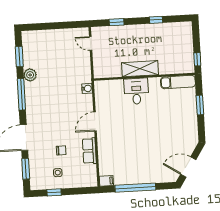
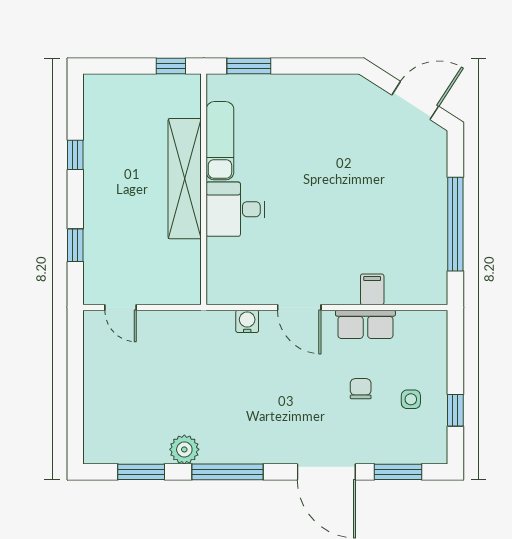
door: (91, 43) -> (121, 307), hinge flipped
shelving: (140, 69) -> (185, 179), width x1.47
exam couch: (178, 82) -> (220, 141), moved
water cooler: (87, 88) -> (247, 321), moved
window: (200, 105) -> (249, 66), moved
door: (188, 167) -> (415, 101), swing flipped
filing cabinet: (106, 181) -> (372, 289), moved

